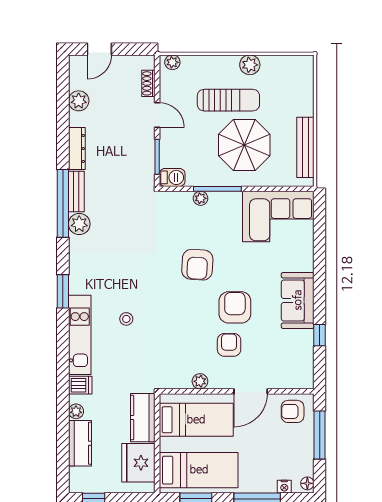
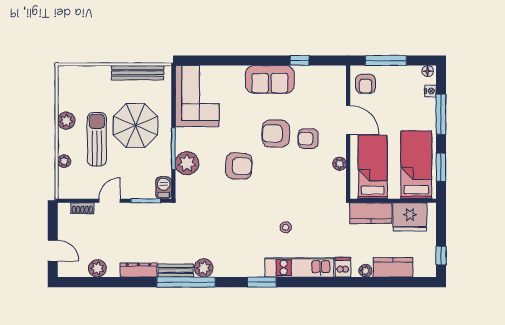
plant: (172, 62) -> (64, 161), moved
plant: (201, 198) -> (187, 163), width x1.87, depth x1.87

